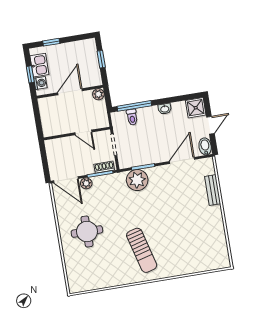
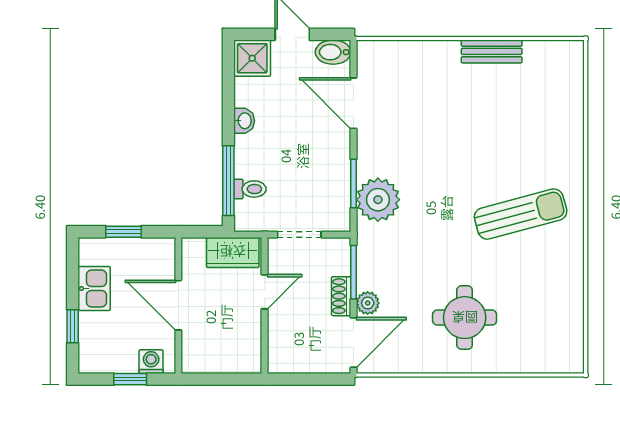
kitchen sink: (39, 65) -> (94, 288), moved, turned 90
plant: (98, 94) -> (193, 249), removed
wardrobe: (100, 114) -> (233, 252), added
shoe rack: (104, 167) -> (341, 296), moved
bench: (213, 190) -> (492, 51), moved

